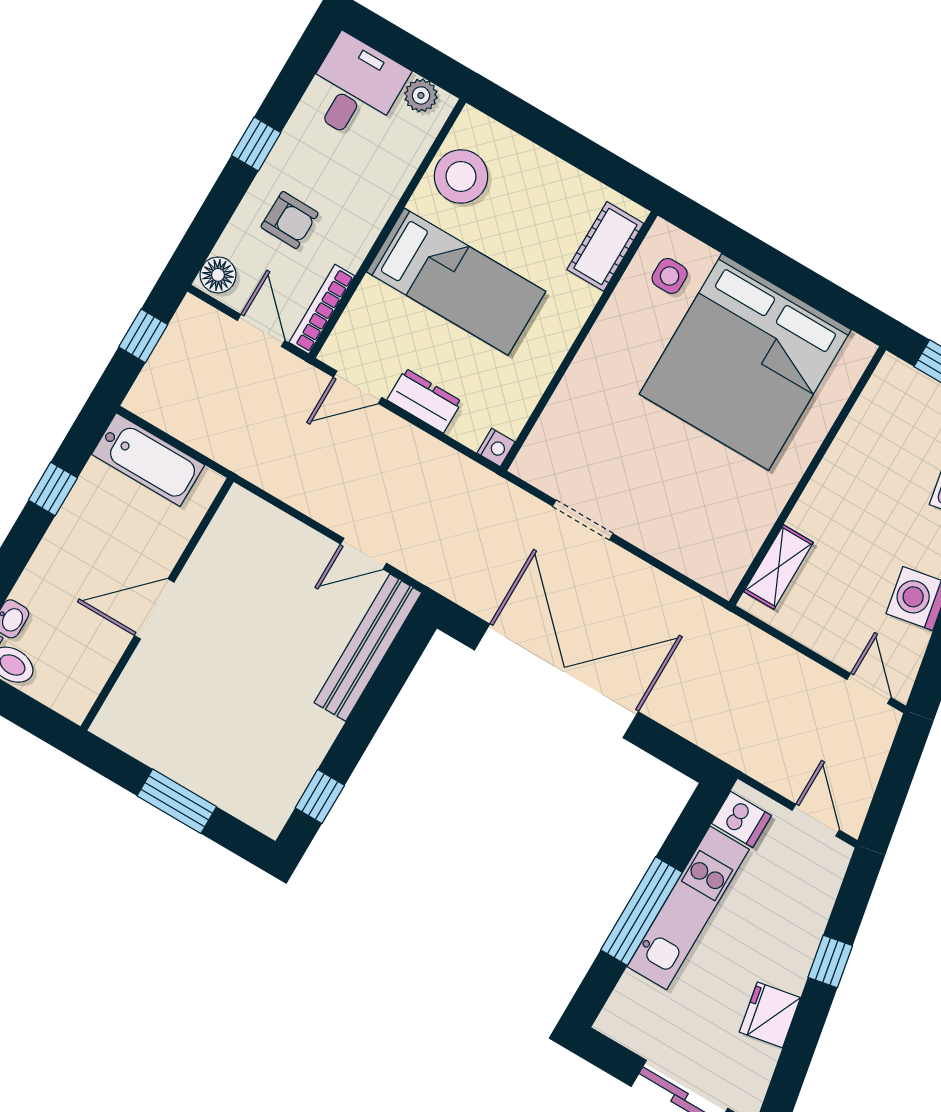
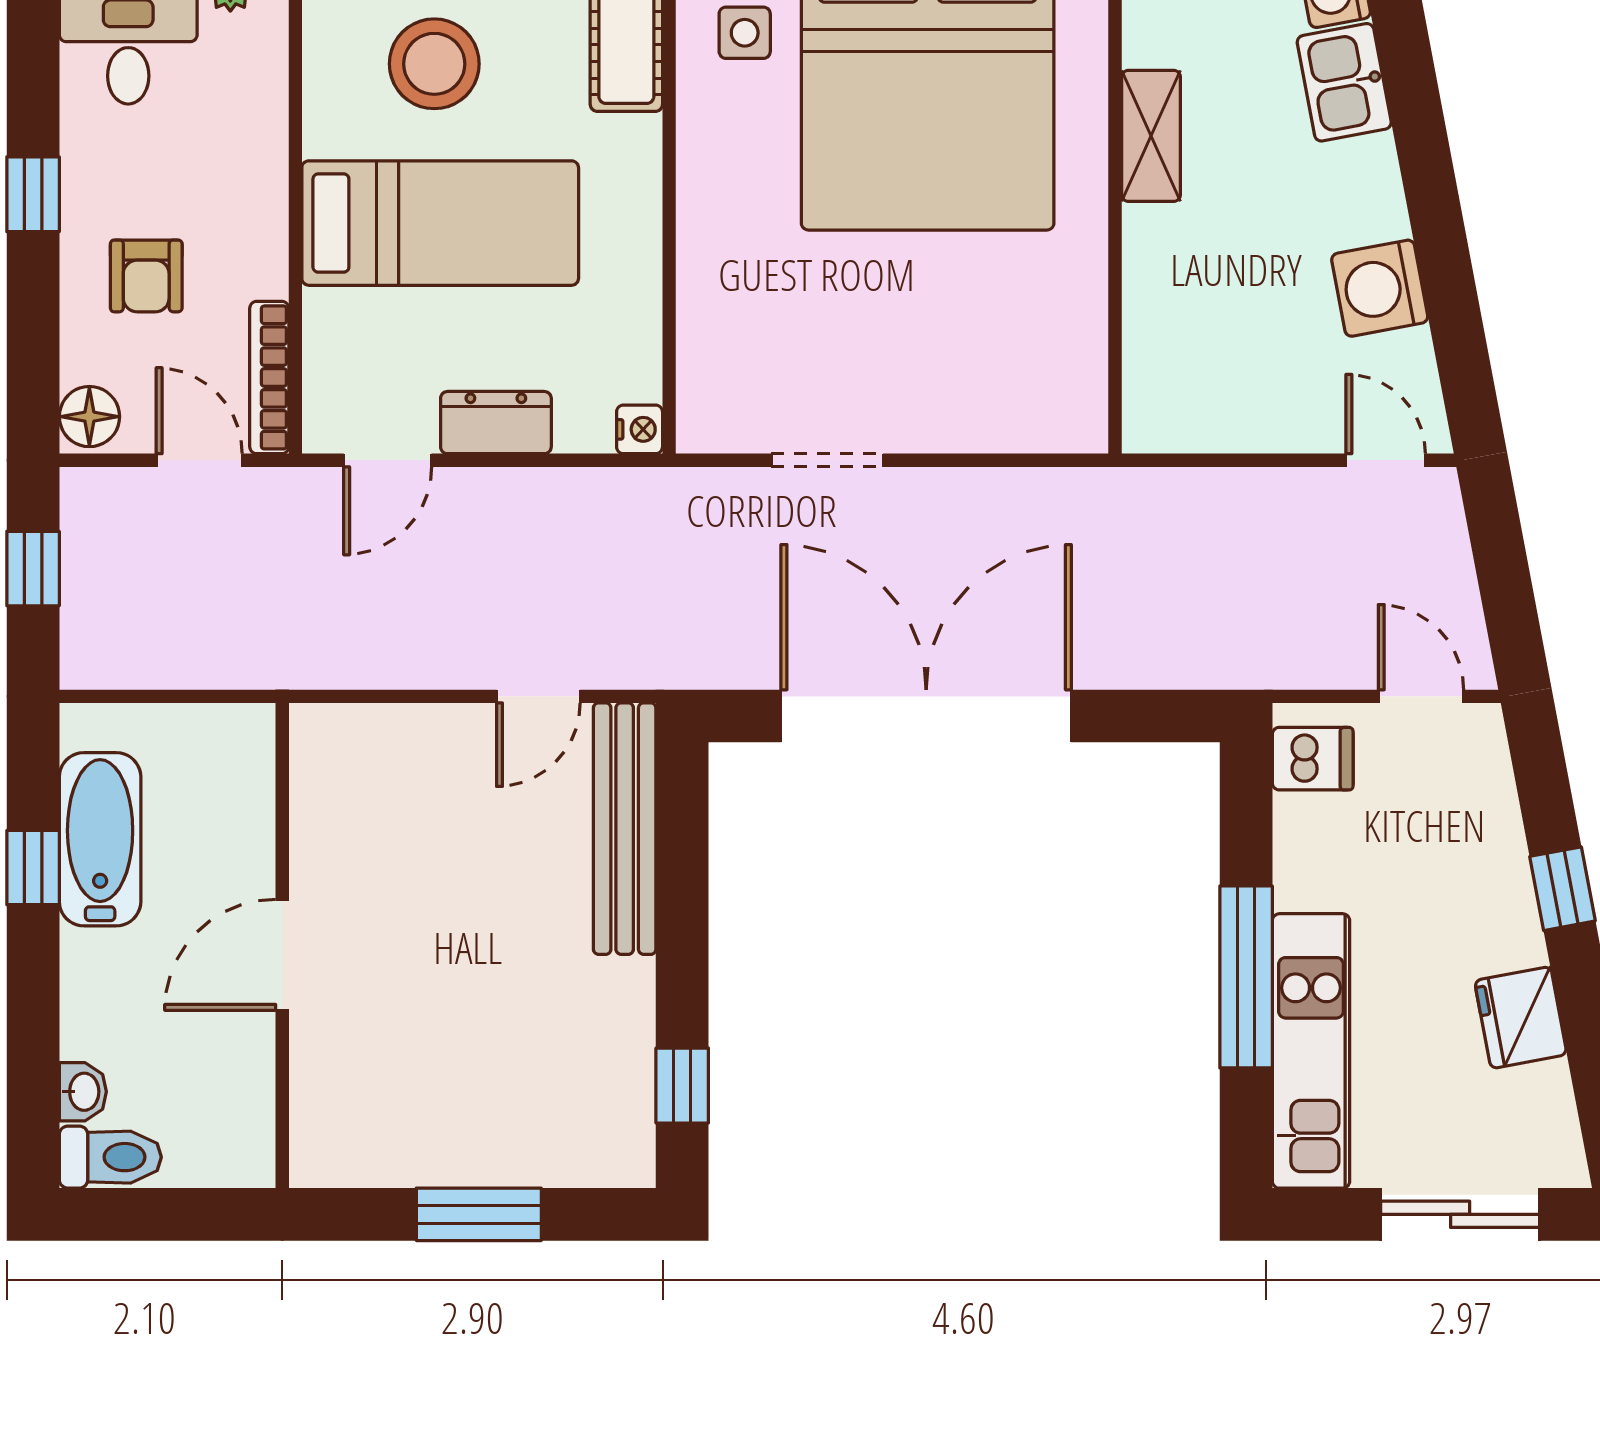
stool: (461, 176) -> (434, 64), moved
armchair: (290, 220) -> (146, 276), turned 89
bathtub: (148, 460) -> (100, 839), moved, turned -90
shelving: (779, 567) -> (1151, 136), moved
kitchen unit: (688, 908) -> (1311, 1051), moved

